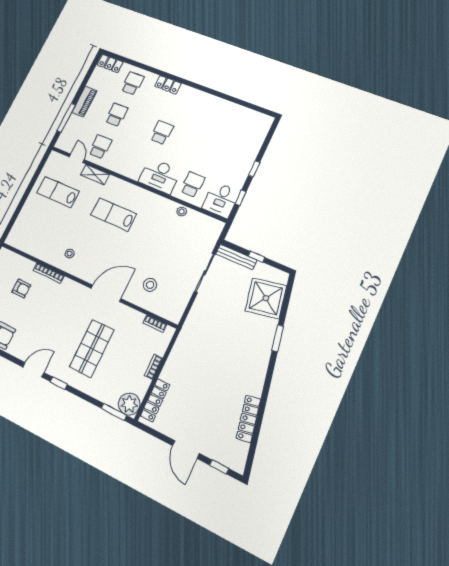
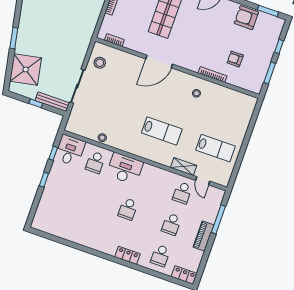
stool: (150, 285) -> (100, 63), moved

